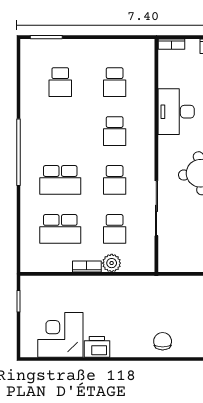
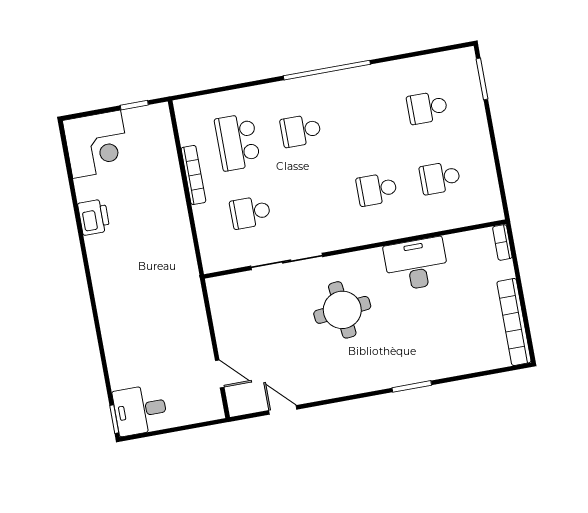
school desk: (60, 180) -> (301, 131), width x0.54
school desk: (115, 180) -> (314, 201), removed
plant: (112, 263) -> (206, 216), removed
bookcase: (87, 266) -> (193, 175), width x1.56
corner desk: (60, 335) -> (97, 144), moved, turned 90
chair: (163, 341) -> (116, 301), removed

